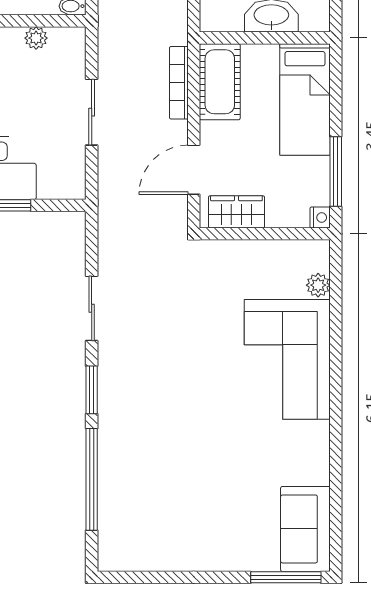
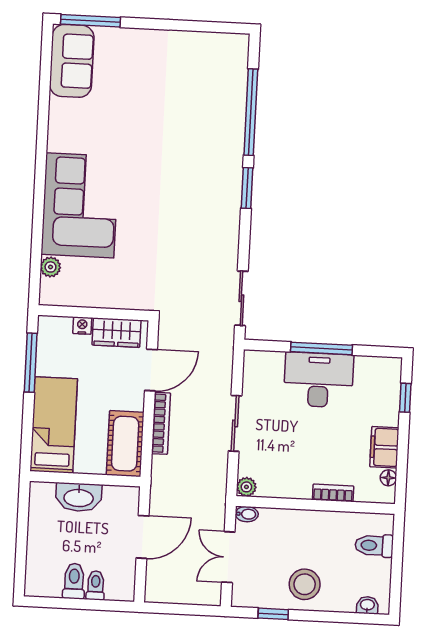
plant: (36, 38) -> (246, 487), moved
bookcase: (179, 83) -> (161, 423), moved
nightstand: (320, 217) -> (82, 326), moved, turned 90
sliding door: (92, 308) -> (241, 298), moved

